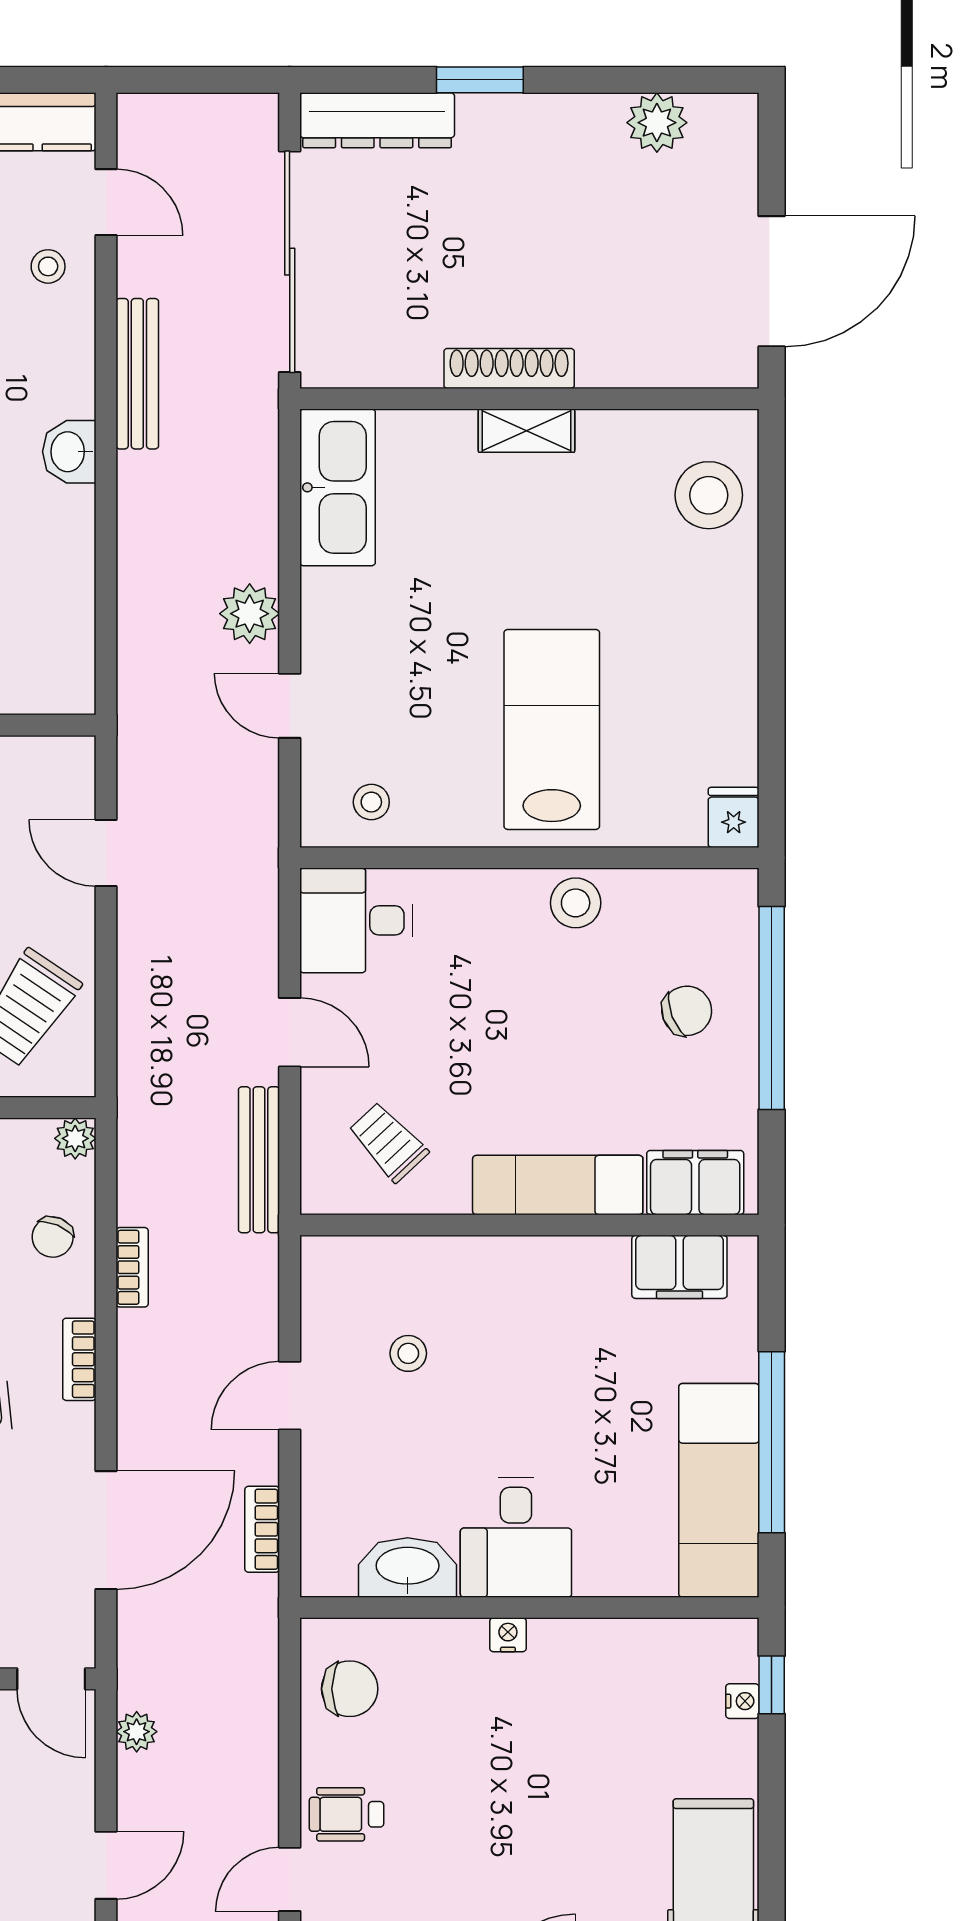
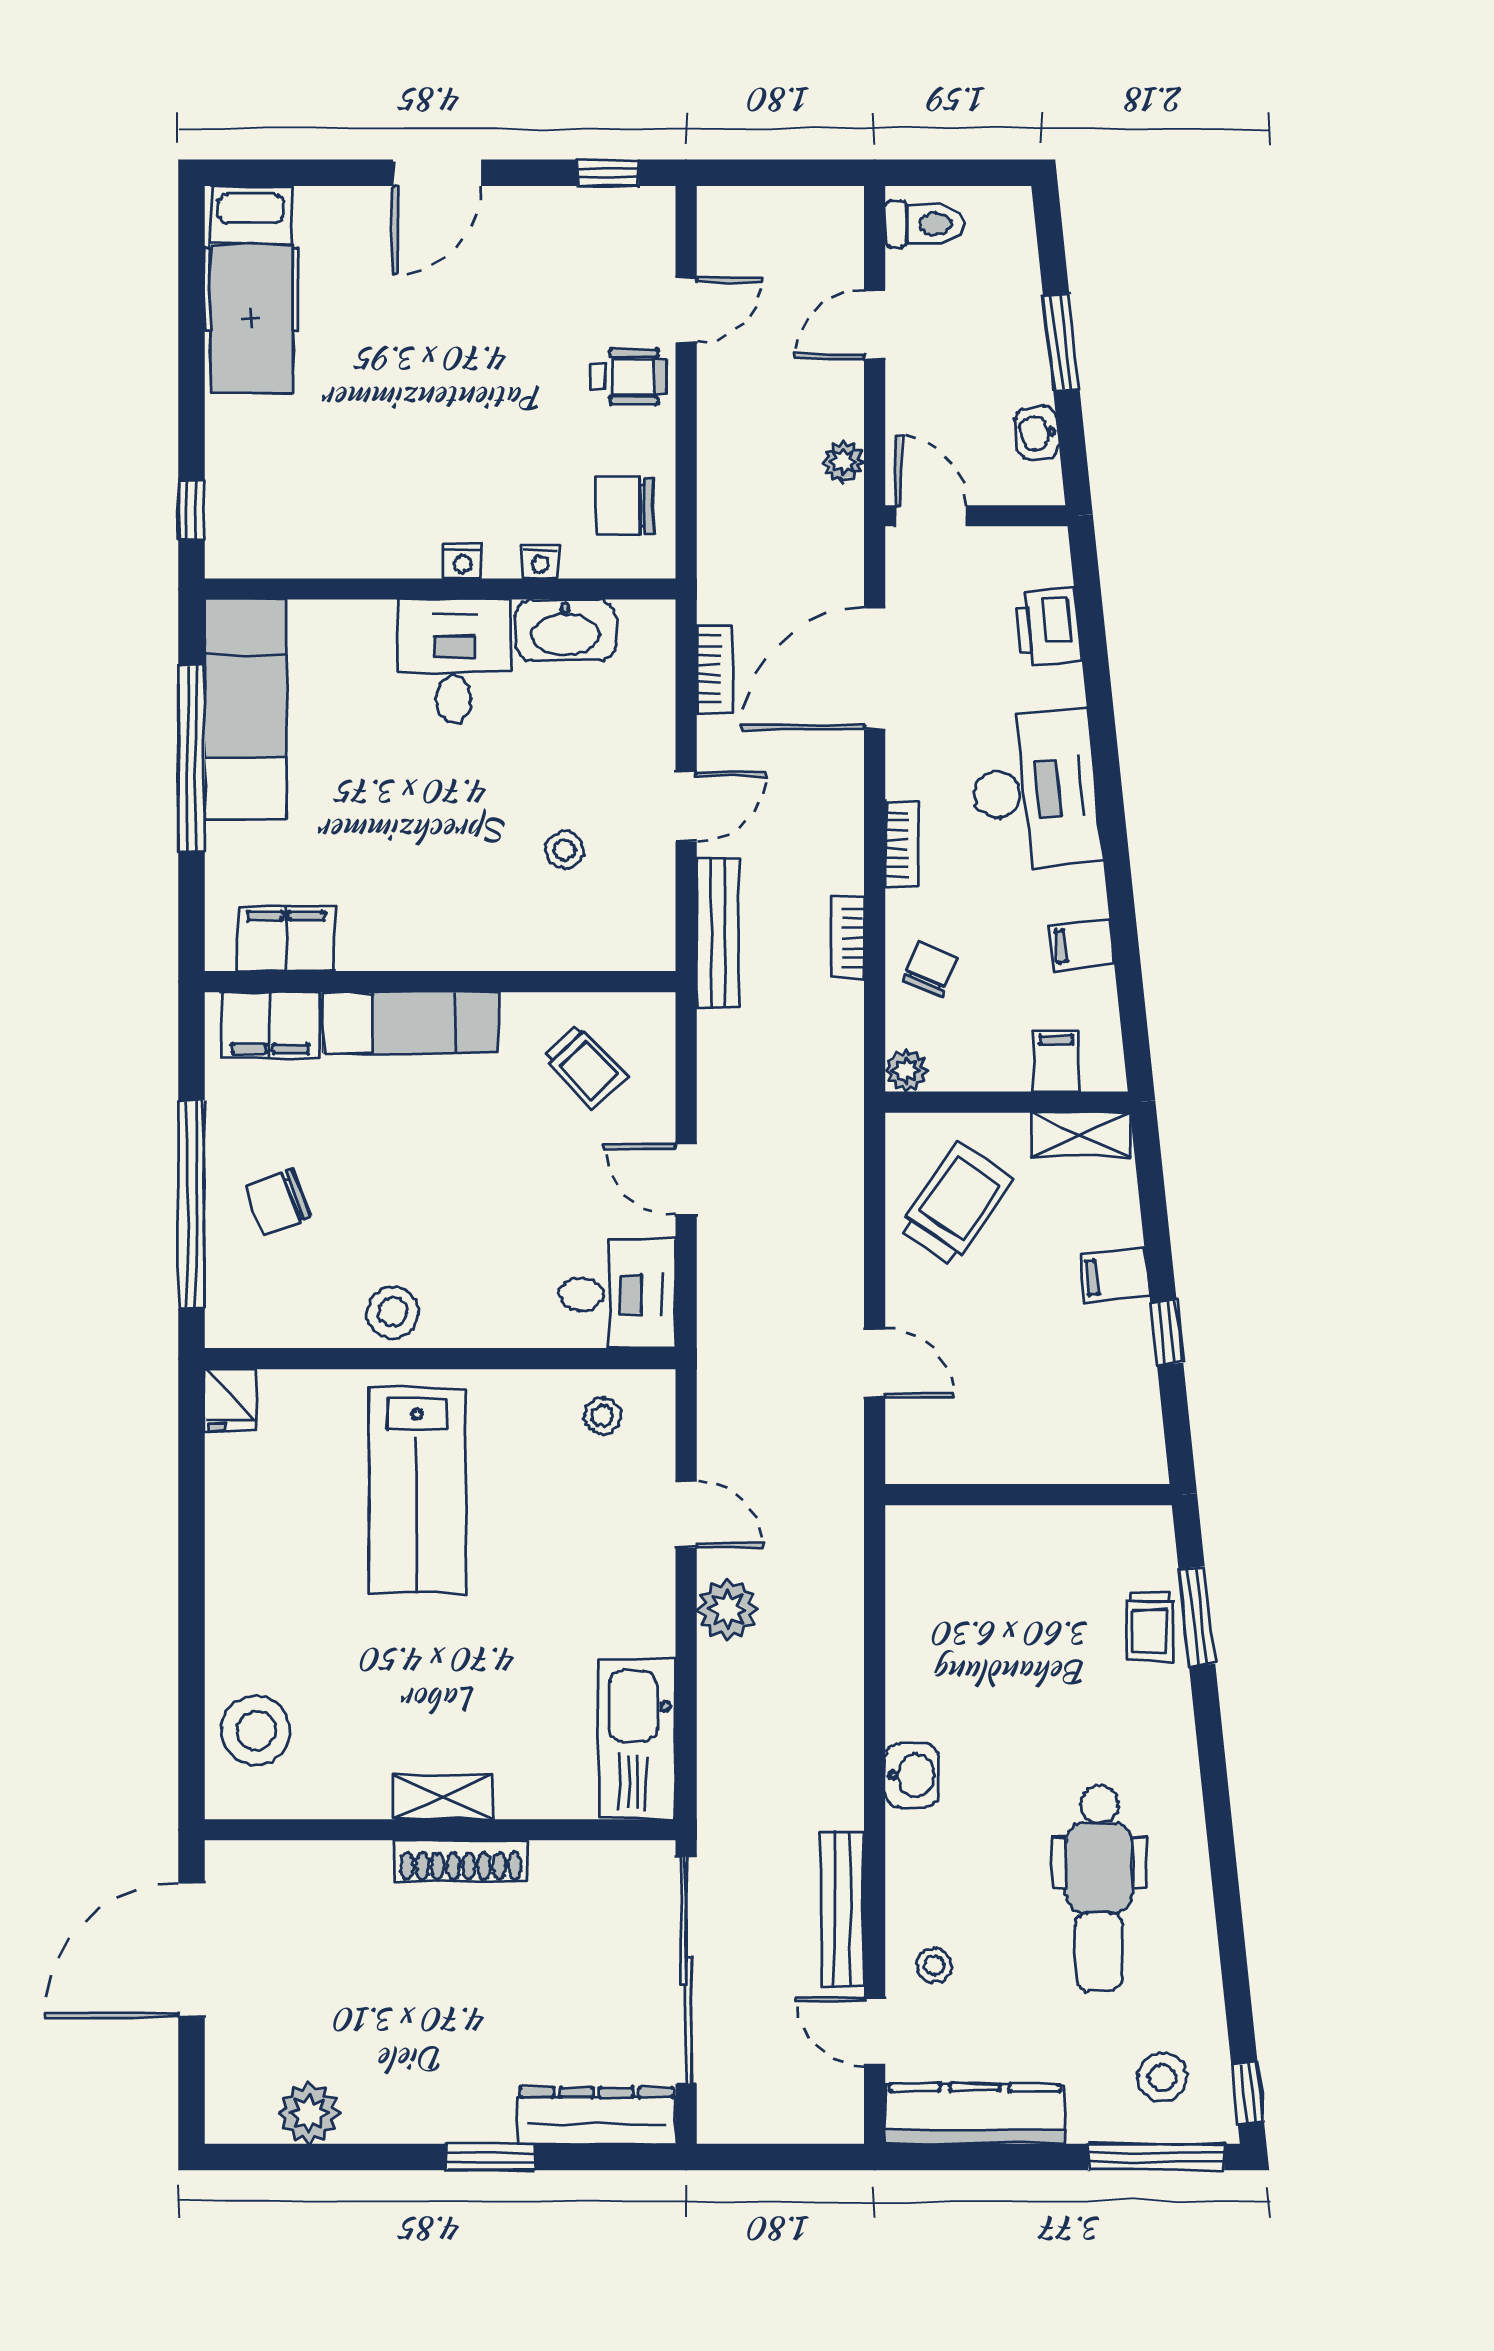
bench: (137, 374) -> (842, 1909), moved
bench: (259, 1160) -> (718, 933), moved
nightstand: (742, 1701) -> (540, 562), moved, turned -90

